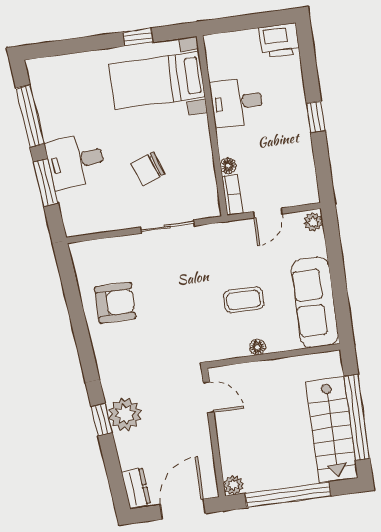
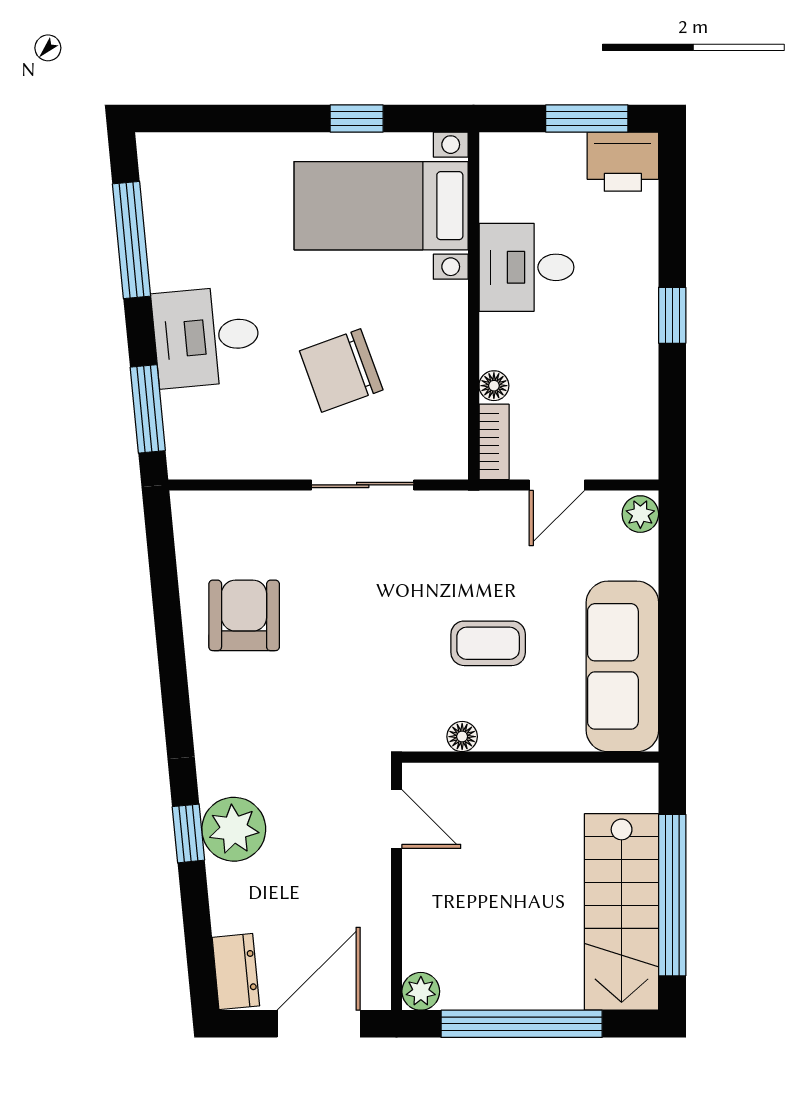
window: (257, 21) -> (587, 118), added
chair: (148, 169) -> (341, 370), width x1.37, depth x1.37
window: (46, 182) -> (148, 409), moved
armchair: (115, 303) -> (244, 615), turned -90
floor lamp: (258, 347) -> (462, 737), moved

